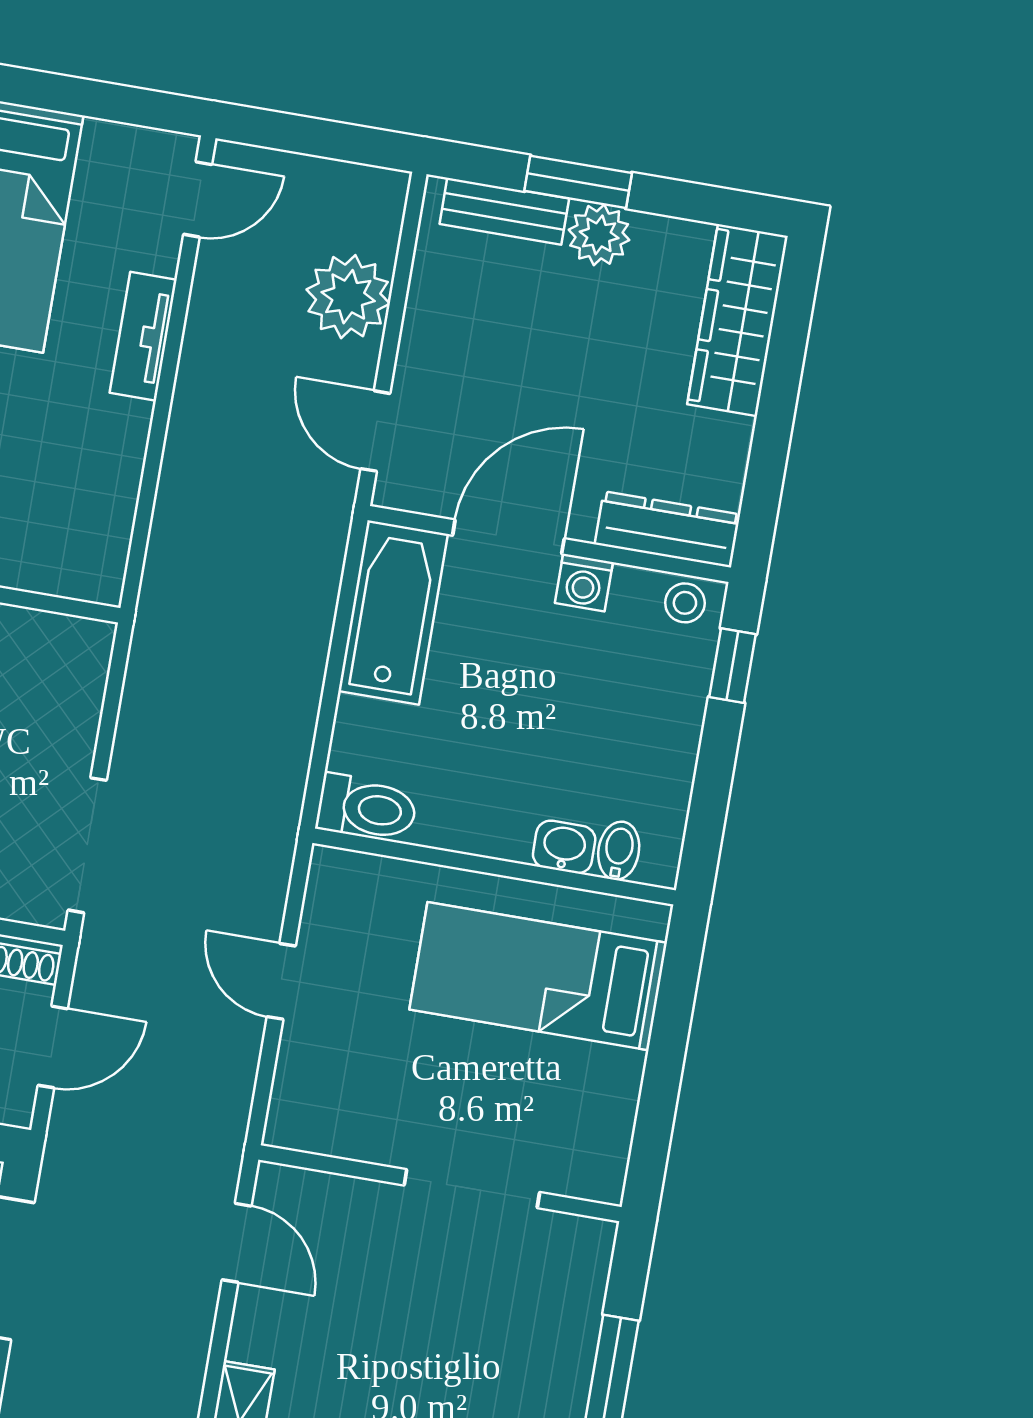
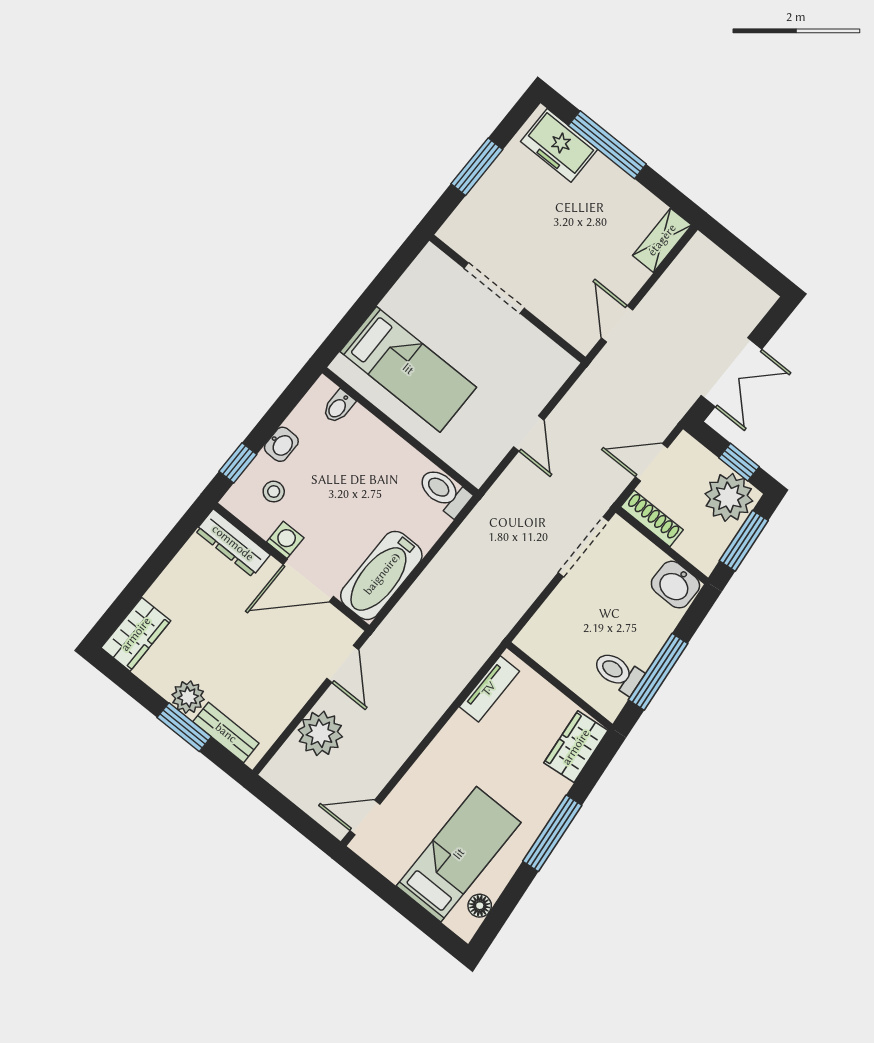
wardrobe: (738, 320) -> (136, 634), width x0.67
tv unit: (143, 336) -> (489, 689), moved
stool: (685, 603) -> (274, 492), moved
washbasin: (564, 847) -> (281, 444), moved, turned -90

